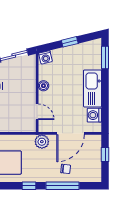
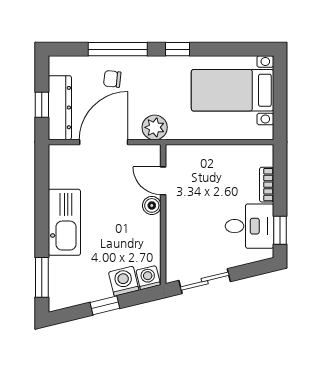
boiler: (43, 86) -> (152, 205), moved
washing machine: (94, 115) -> (124, 281), moved, turned -104
dresser: (95, 153) -> (60, 108), added

